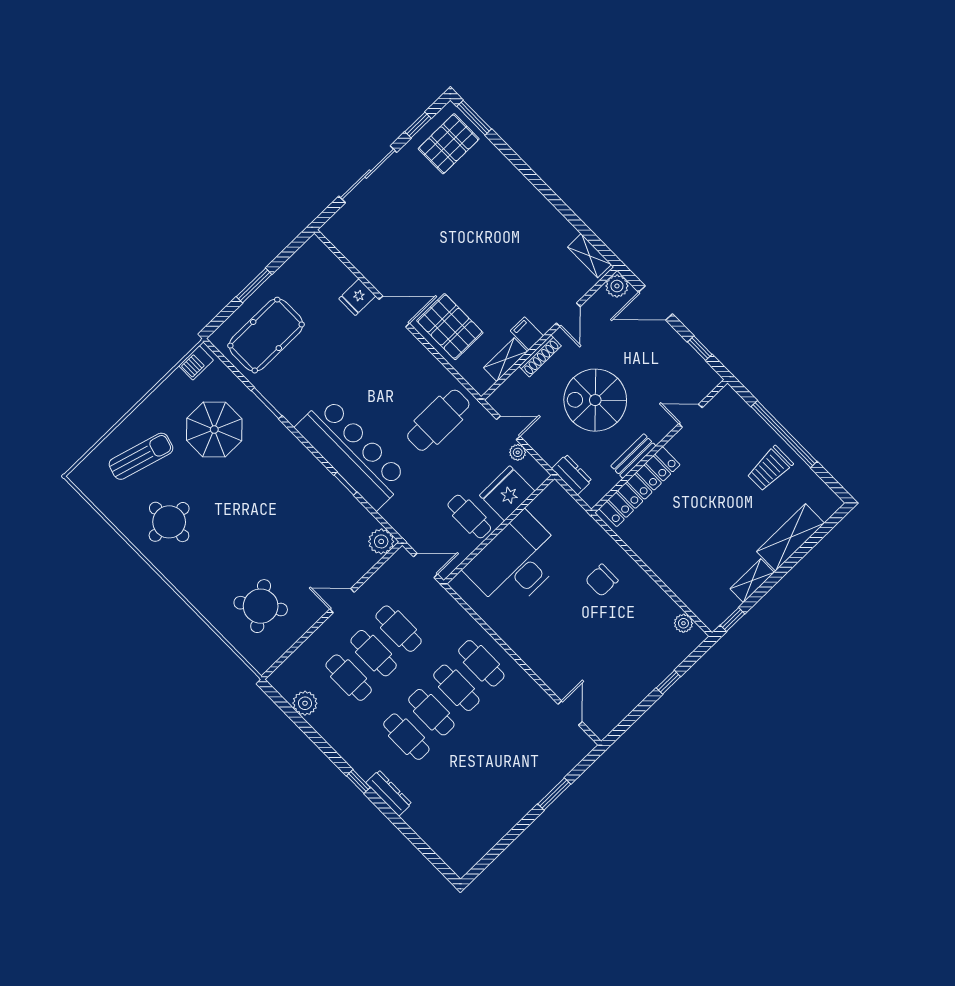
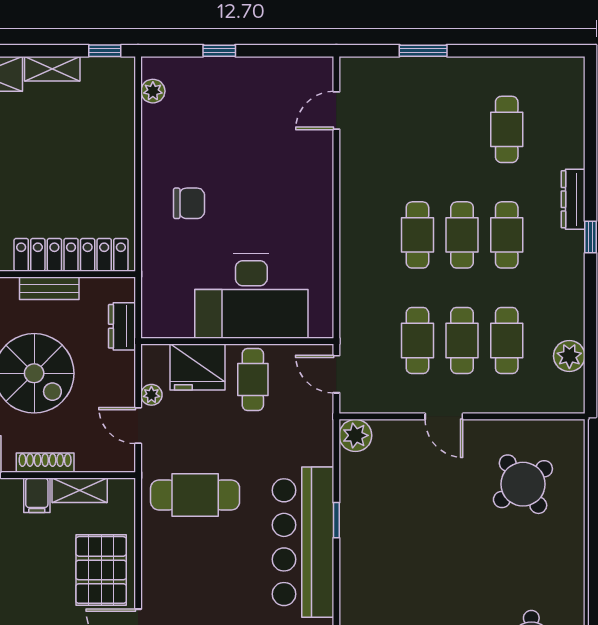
cafe table: (481, 663) -> (507, 129), moved

